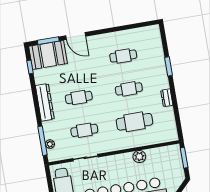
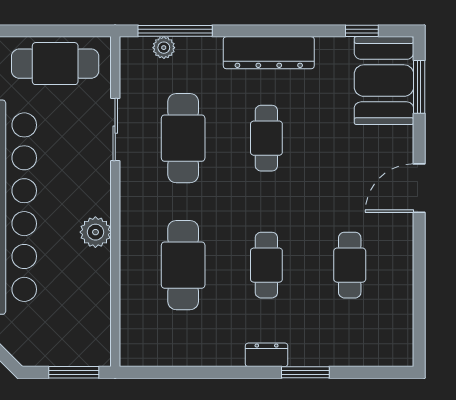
door: (76, 36) -> (419, 188), moved
dresser: (167, 98) -> (267, 355), moved
cafe table: (84, 130) -> (183, 138), width x1.37, depth x1.35
plant: (139, 157) -> (95, 232), moved

